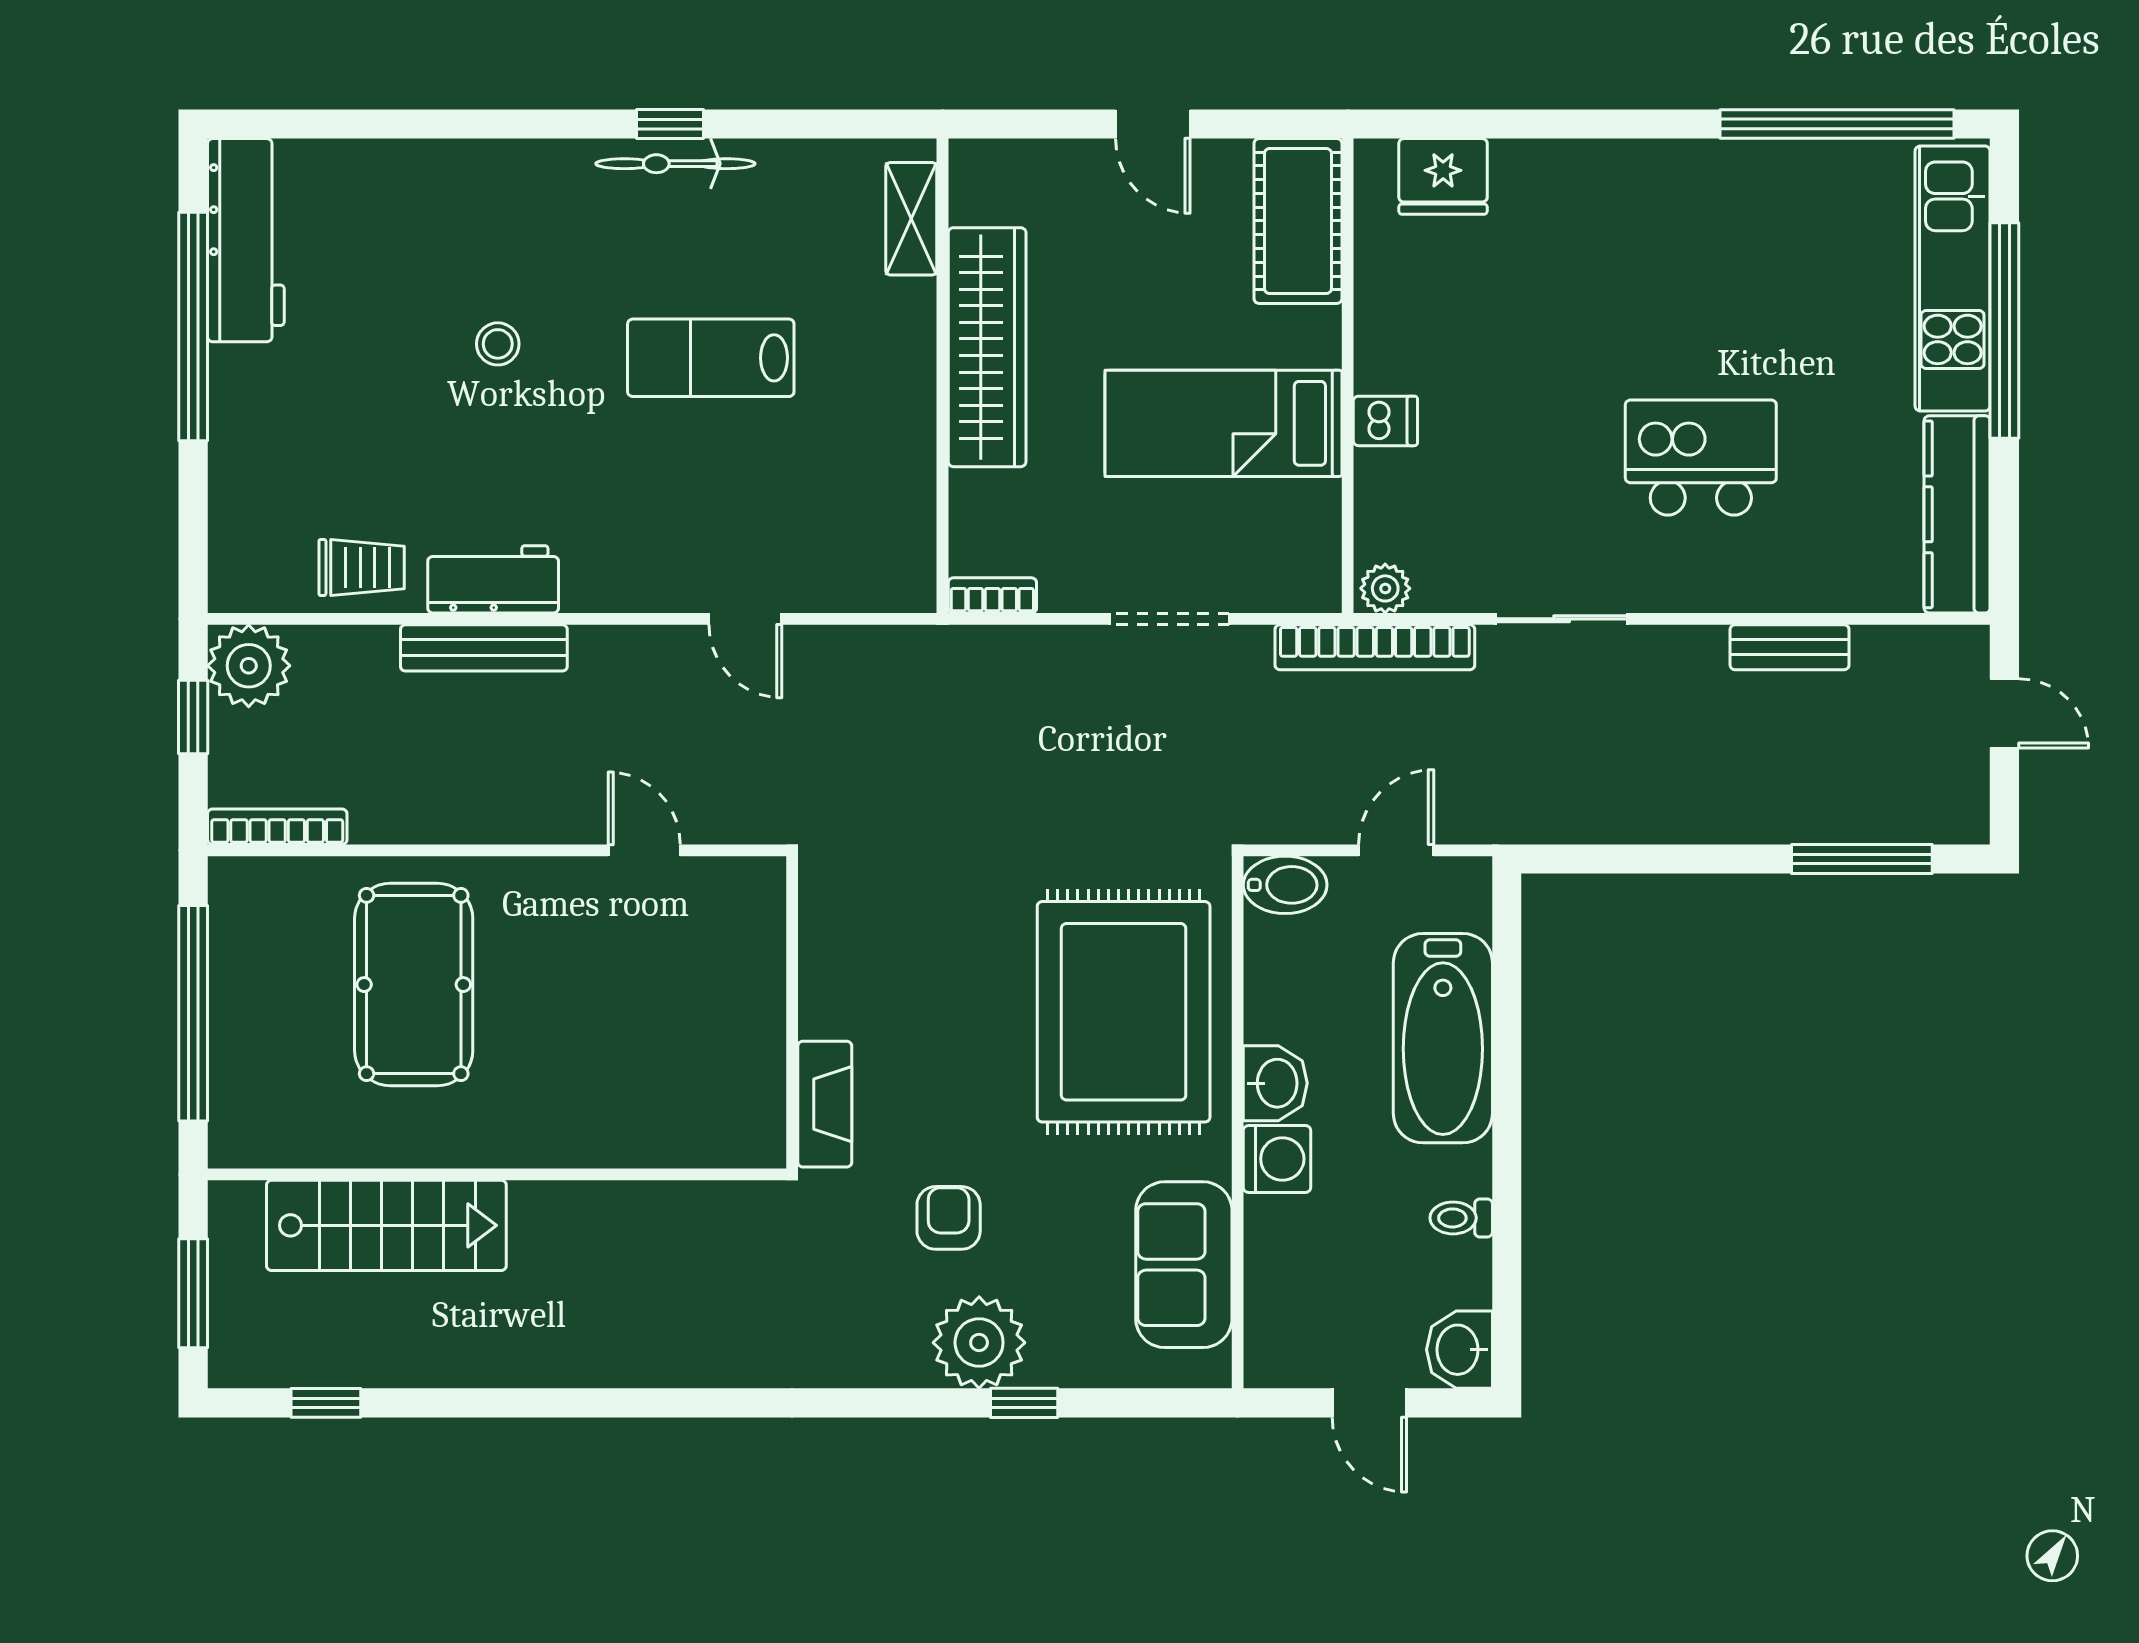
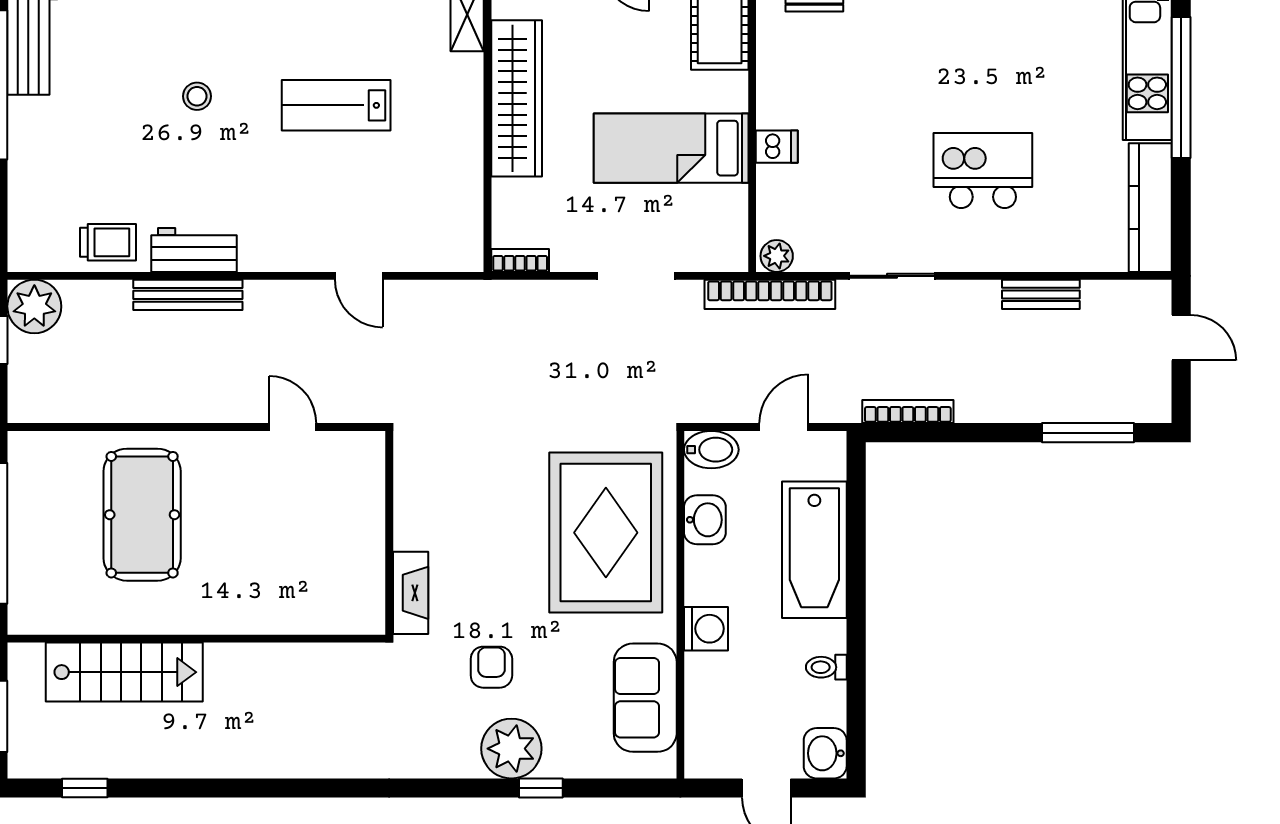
bookcase: (277, 827) -> (908, 412), moved
washbasin: (1275, 1083) -> (705, 520), moved

